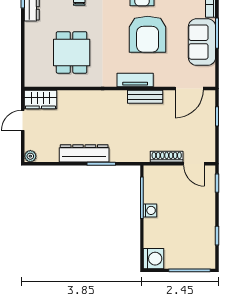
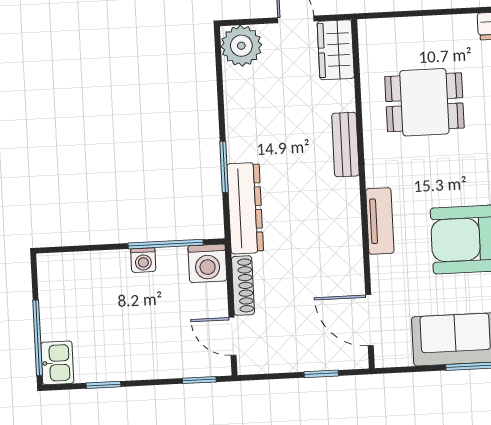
bench: (145, 97) -> (345, 145), moved
dresser: (84, 153) -> (245, 208), moved
plant: (30, 156) -> (241, 46), width x1.87, depth x1.87
door: (194, 164) -> (233, 336), hinge flipped
washing machine: (154, 259) -> (207, 263), moved
kitchen sink: (204, 260) -> (57, 363), added

